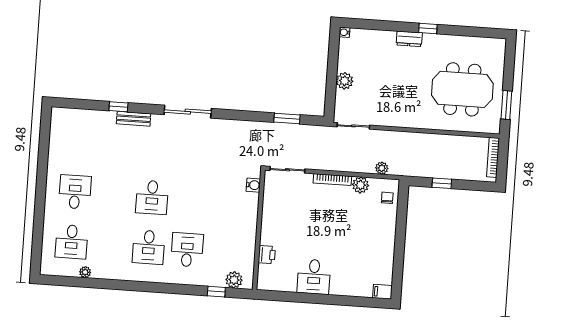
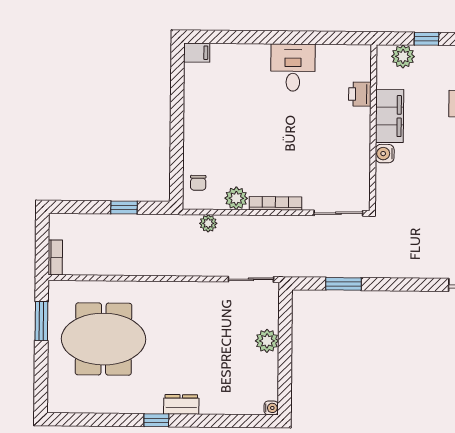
bookcase: (493, 157) -> (55, 257), width x0.64
water cooler: (253, 185) -> (385, 154), moved
filing cabinet: (246, 238) -> (390, 116), added

